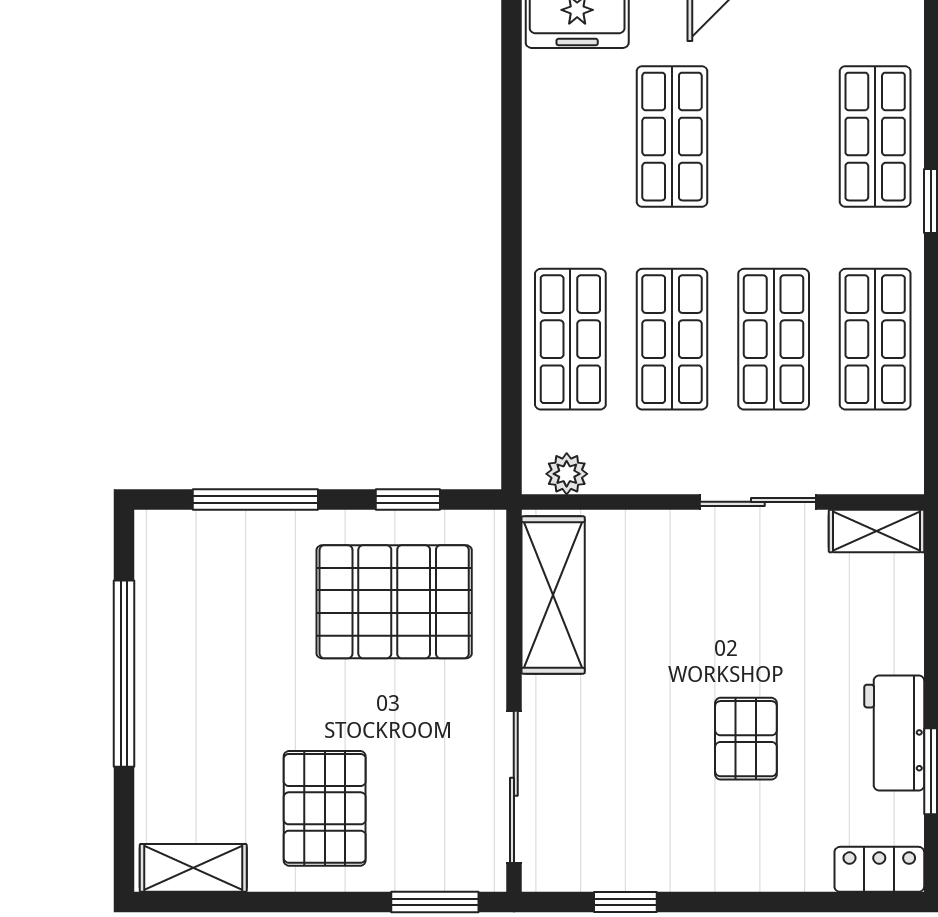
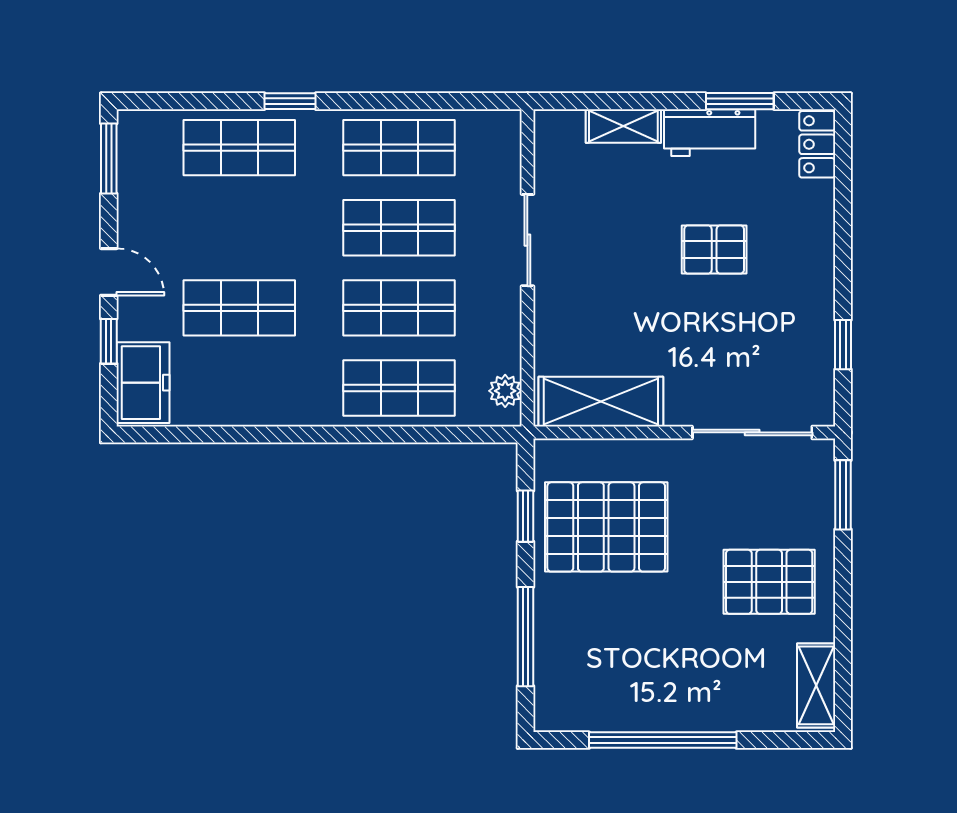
shelving: (877, 531) -> (623, 126), moved, turned 90
pallet: (394, 602) -> (606, 527), turned 90

